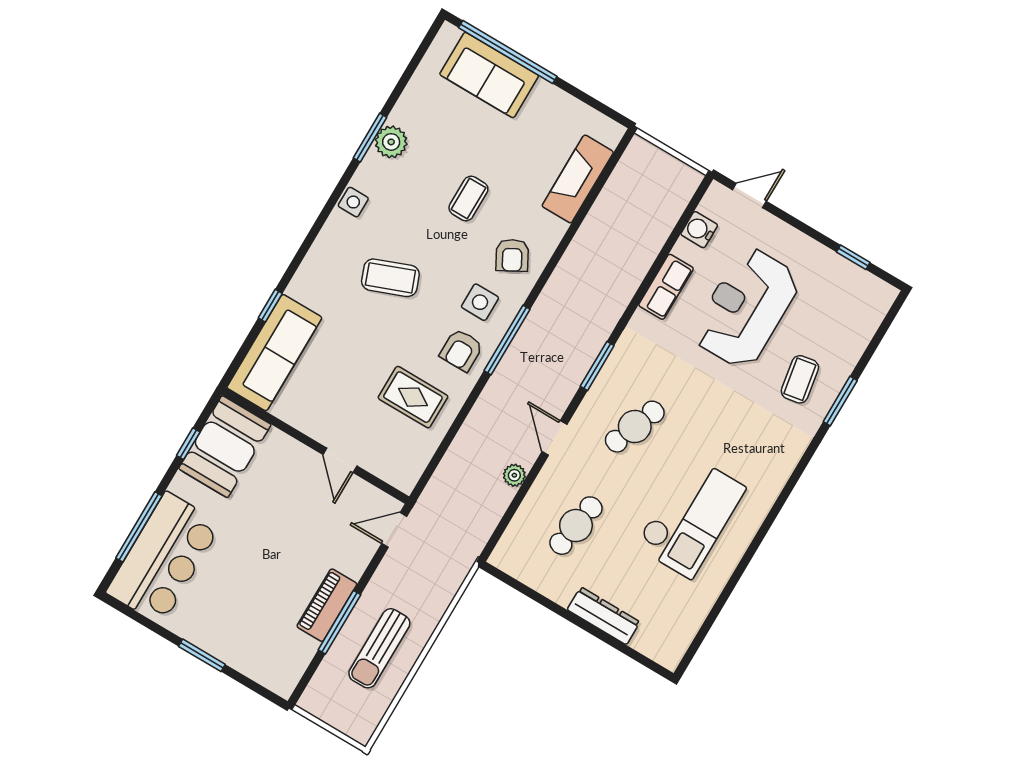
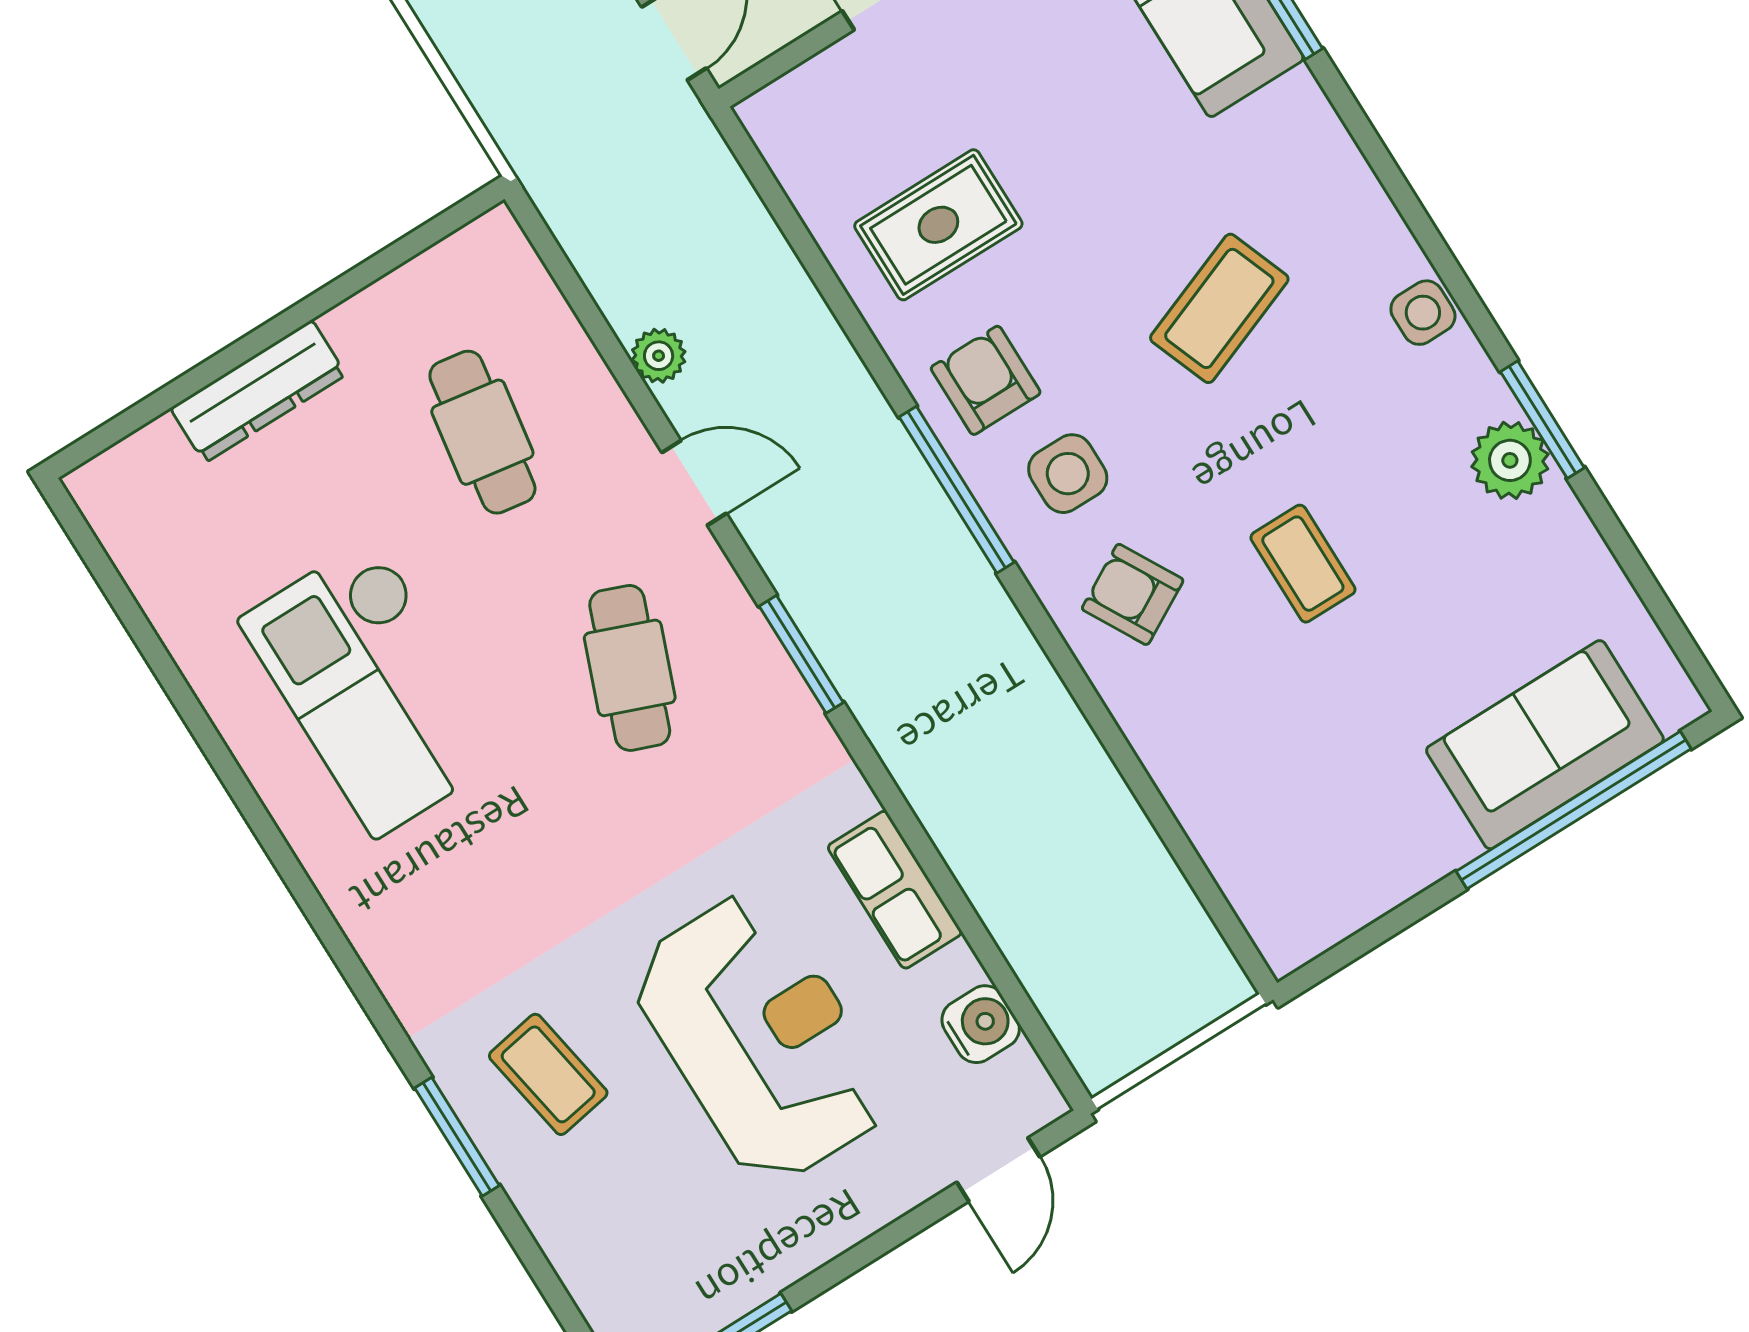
fireplace: (578, 179) -> (1224, 820), removed

